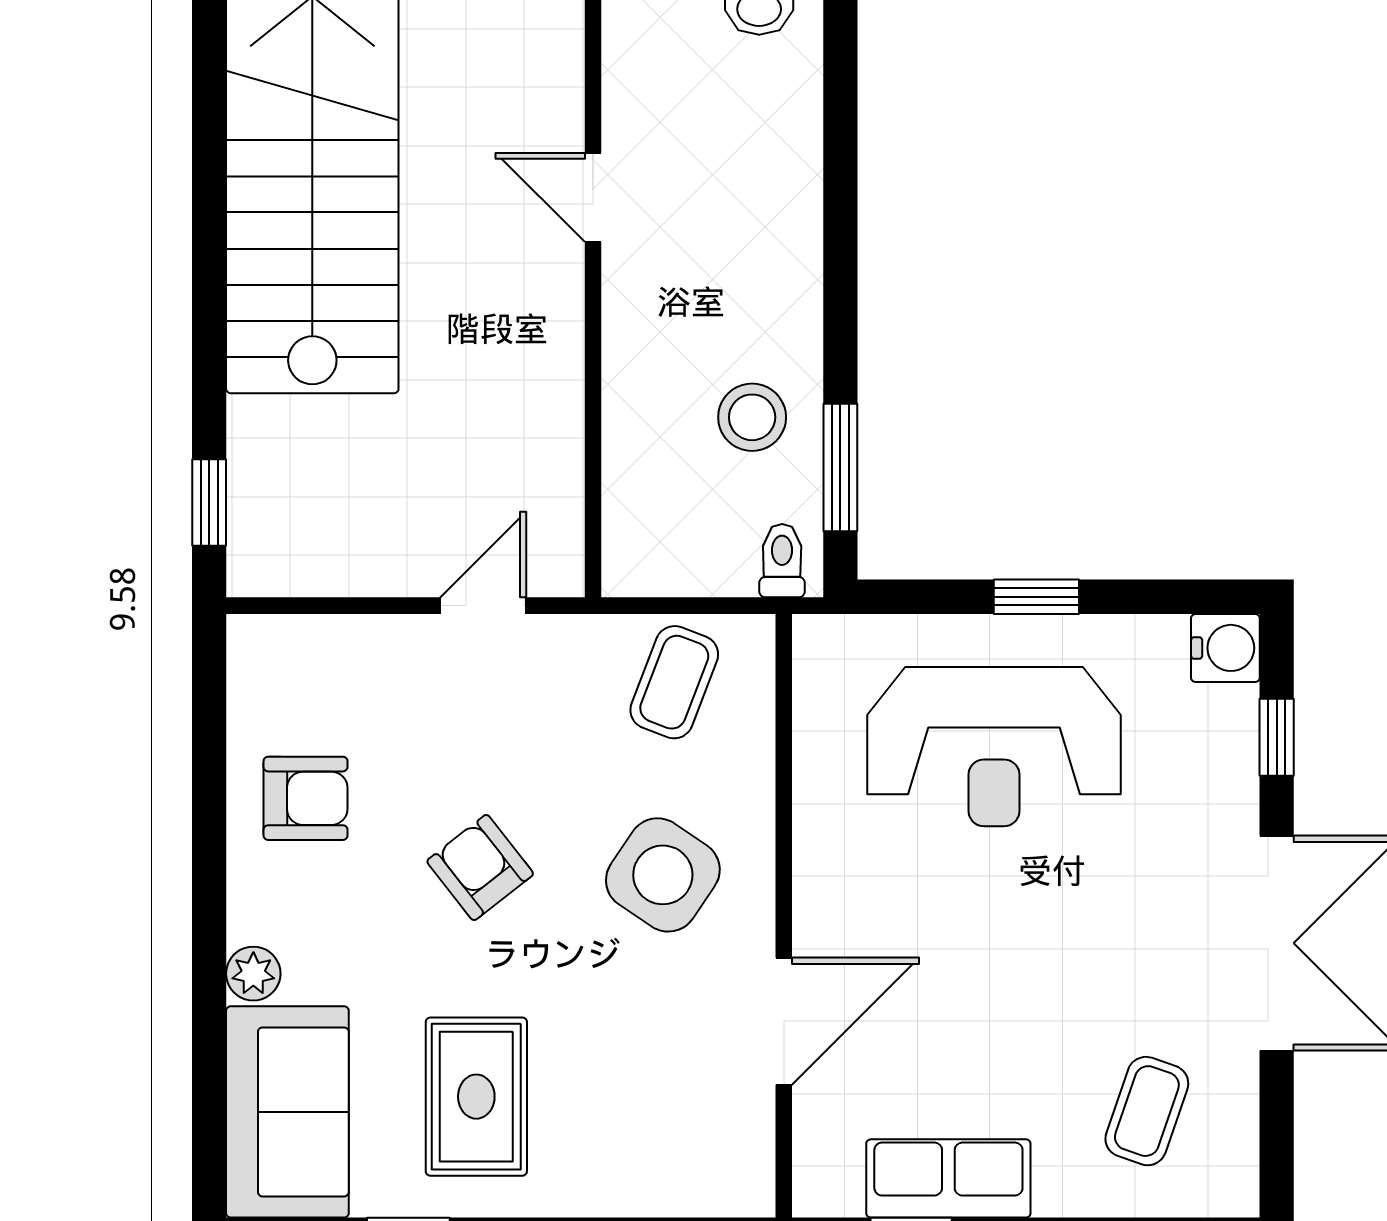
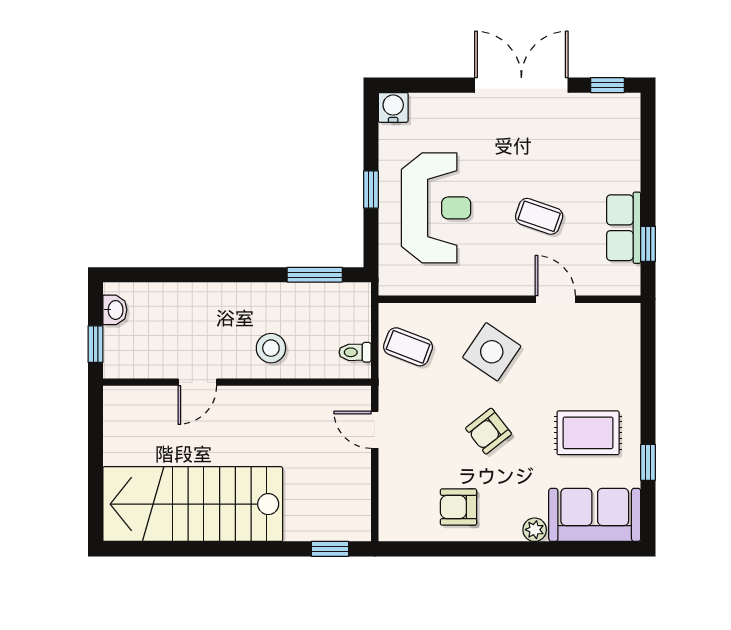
stool: (752, 417) -> (271, 348), moved
toilet: (782, 561) -> (355, 352), moved
window: (1277, 737) -> (607, 85), moved
armchair: (306, 798) -> (458, 507), turned -90
door: (784, 1021) -> (555, 299), width x0.73
coffee table: (1147, 1111) -> (539, 216), moved

